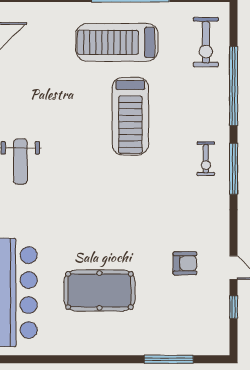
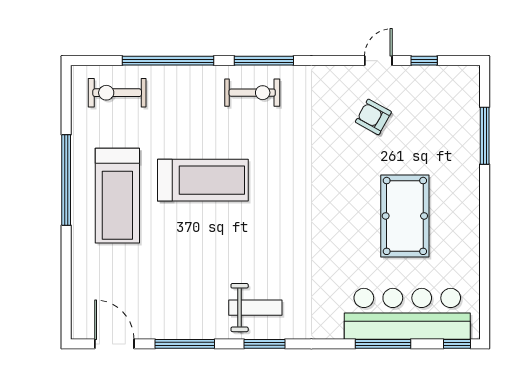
exercise bike: (206, 42) -> (117, 93), turned 180
exercise bike: (206, 159) -> (252, 93), width x1.38, depth x1.39
armchair: (185, 263) -> (373, 117), turned -61

